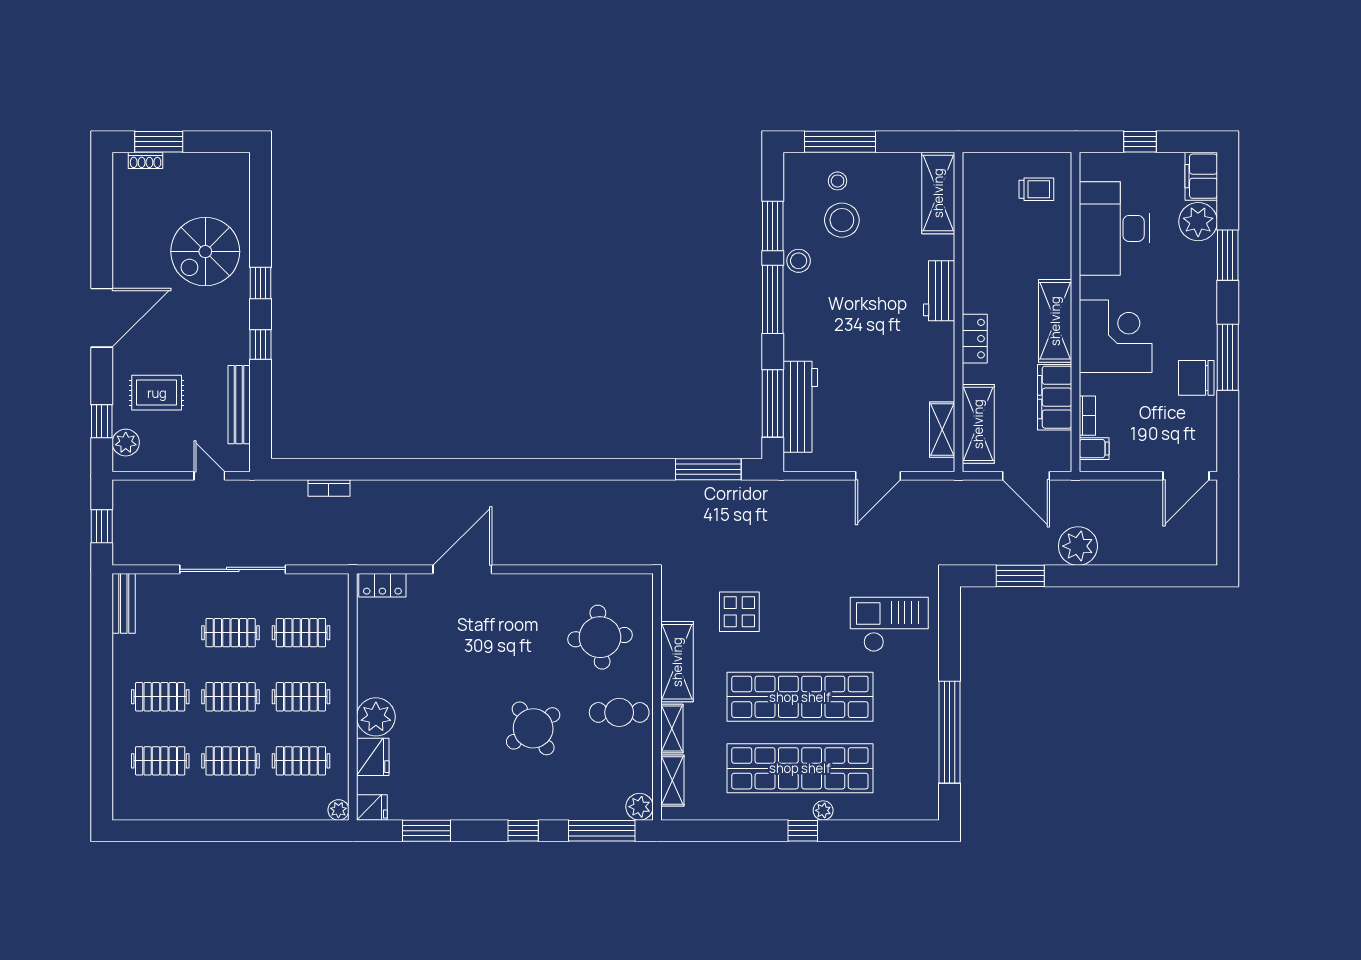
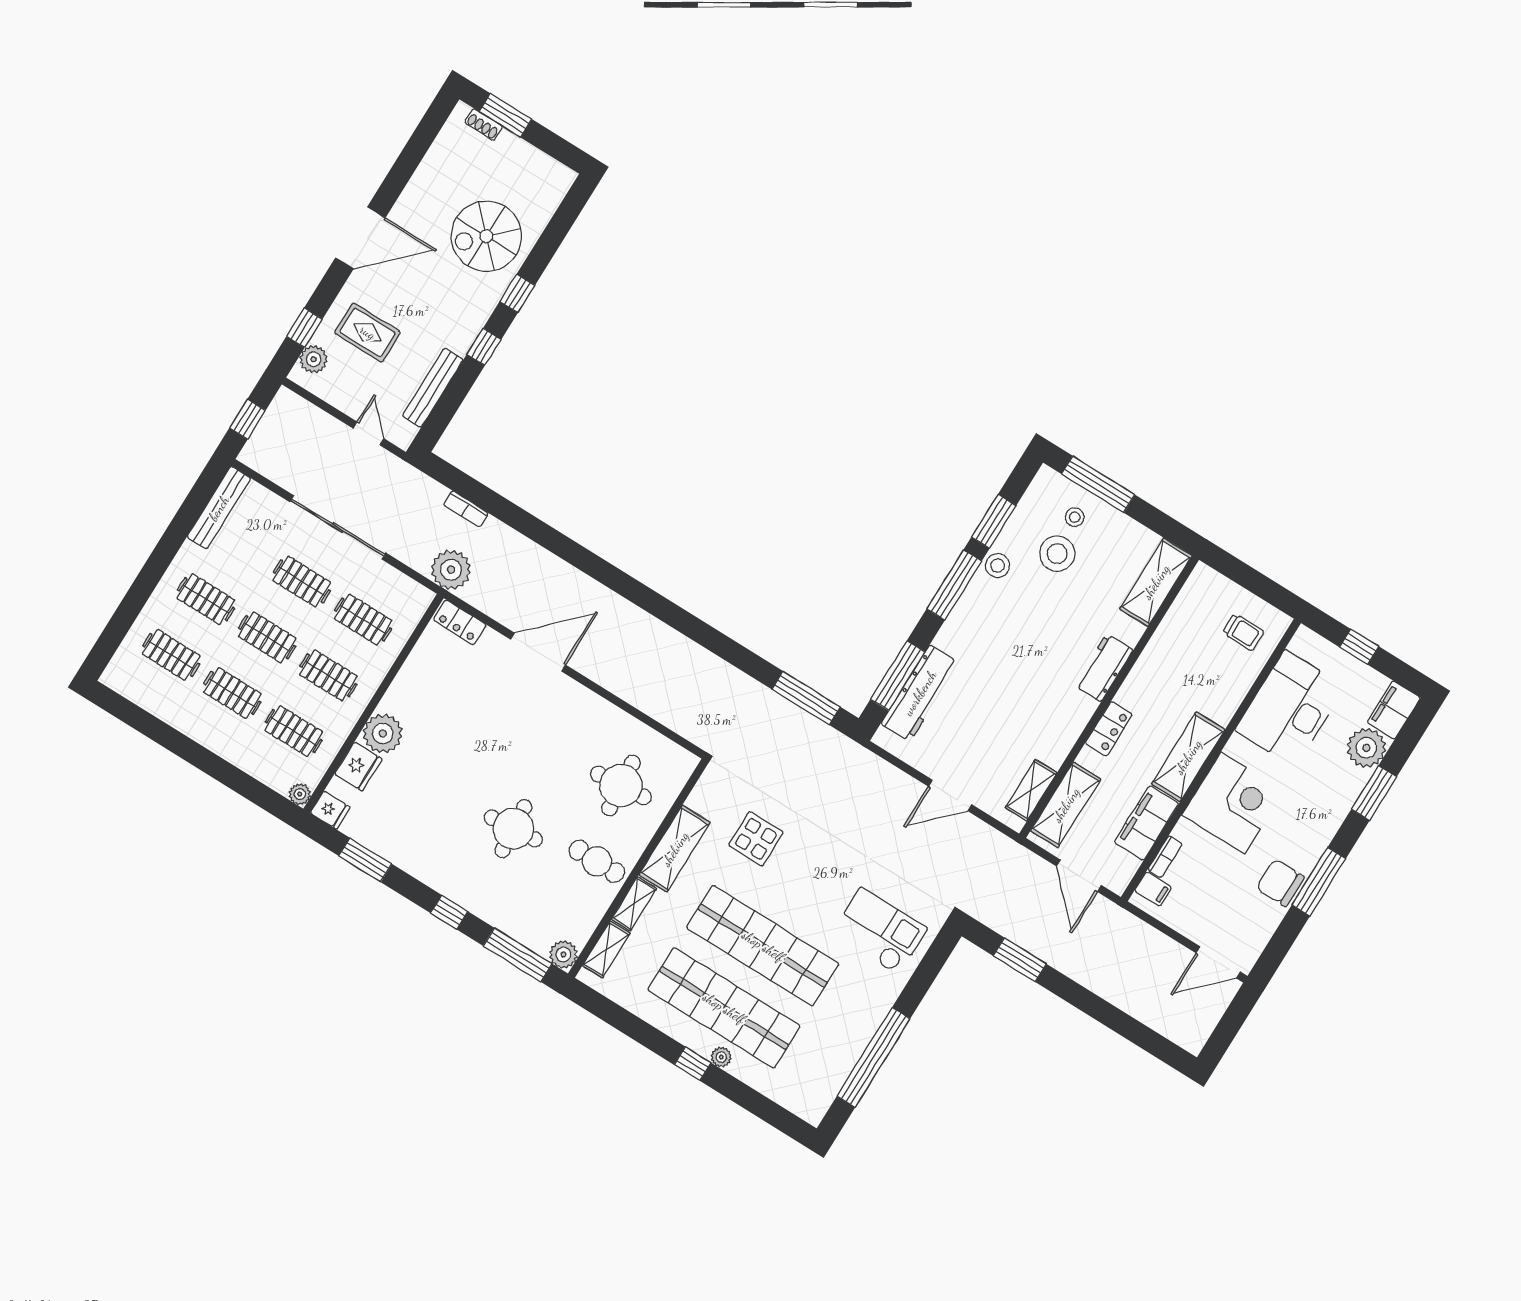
plant: (1078, 546) -> (451, 570), moved
bench: (124, 603) -> (219, 508), width x1.36
round table: (533, 728) -> (513, 829), turned 30

